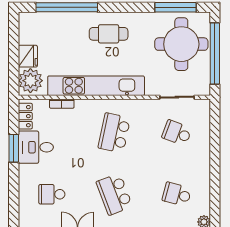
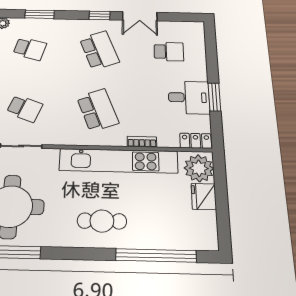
bookcase: (62, 104) -> (142, 142), moved
locker: (25, 116) -> (196, 141), moved, turned 90
school desk: (114, 133) -> (98, 110), turned -33

